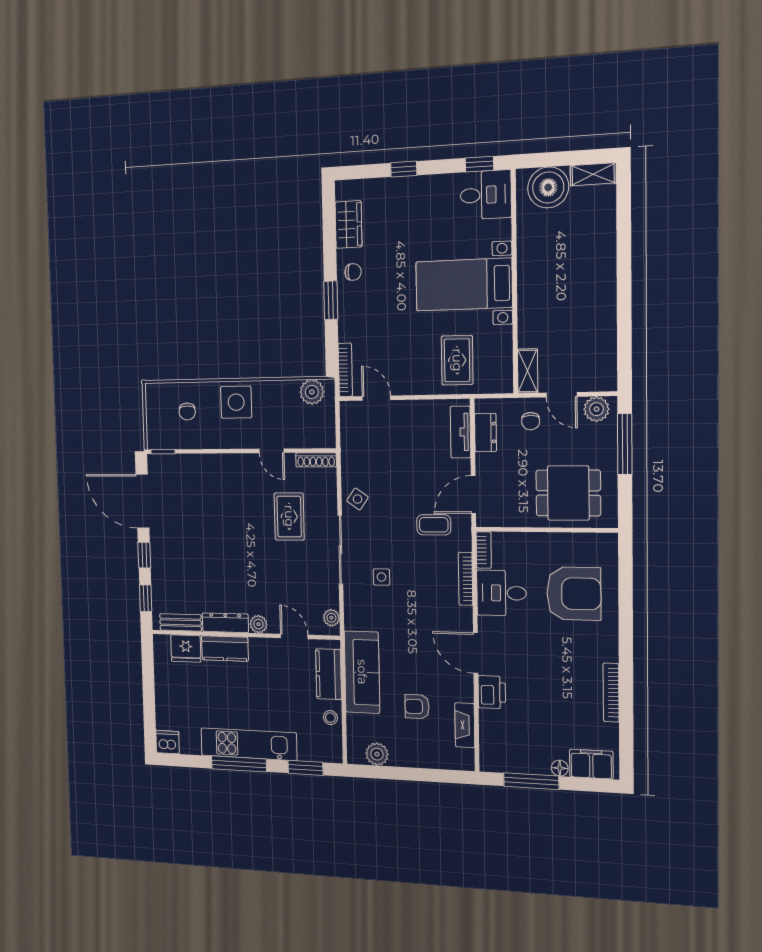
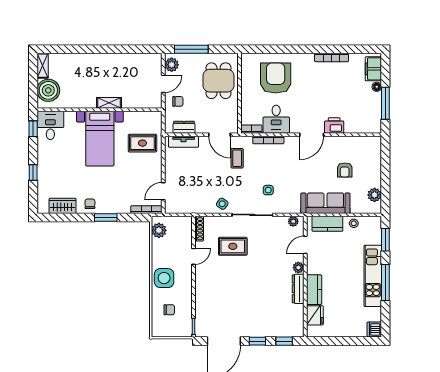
shelving: (528, 371) -> (109, 103), moved
bench: (181, 622) -> (299, 318), removed
fireplace: (465, 725) -> (354, 142), removed

